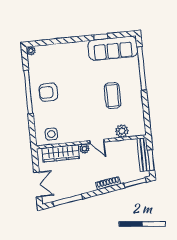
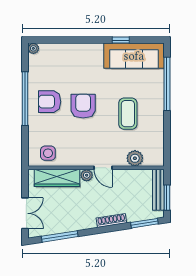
armchair: (76, 93) -> (83, 106), added

